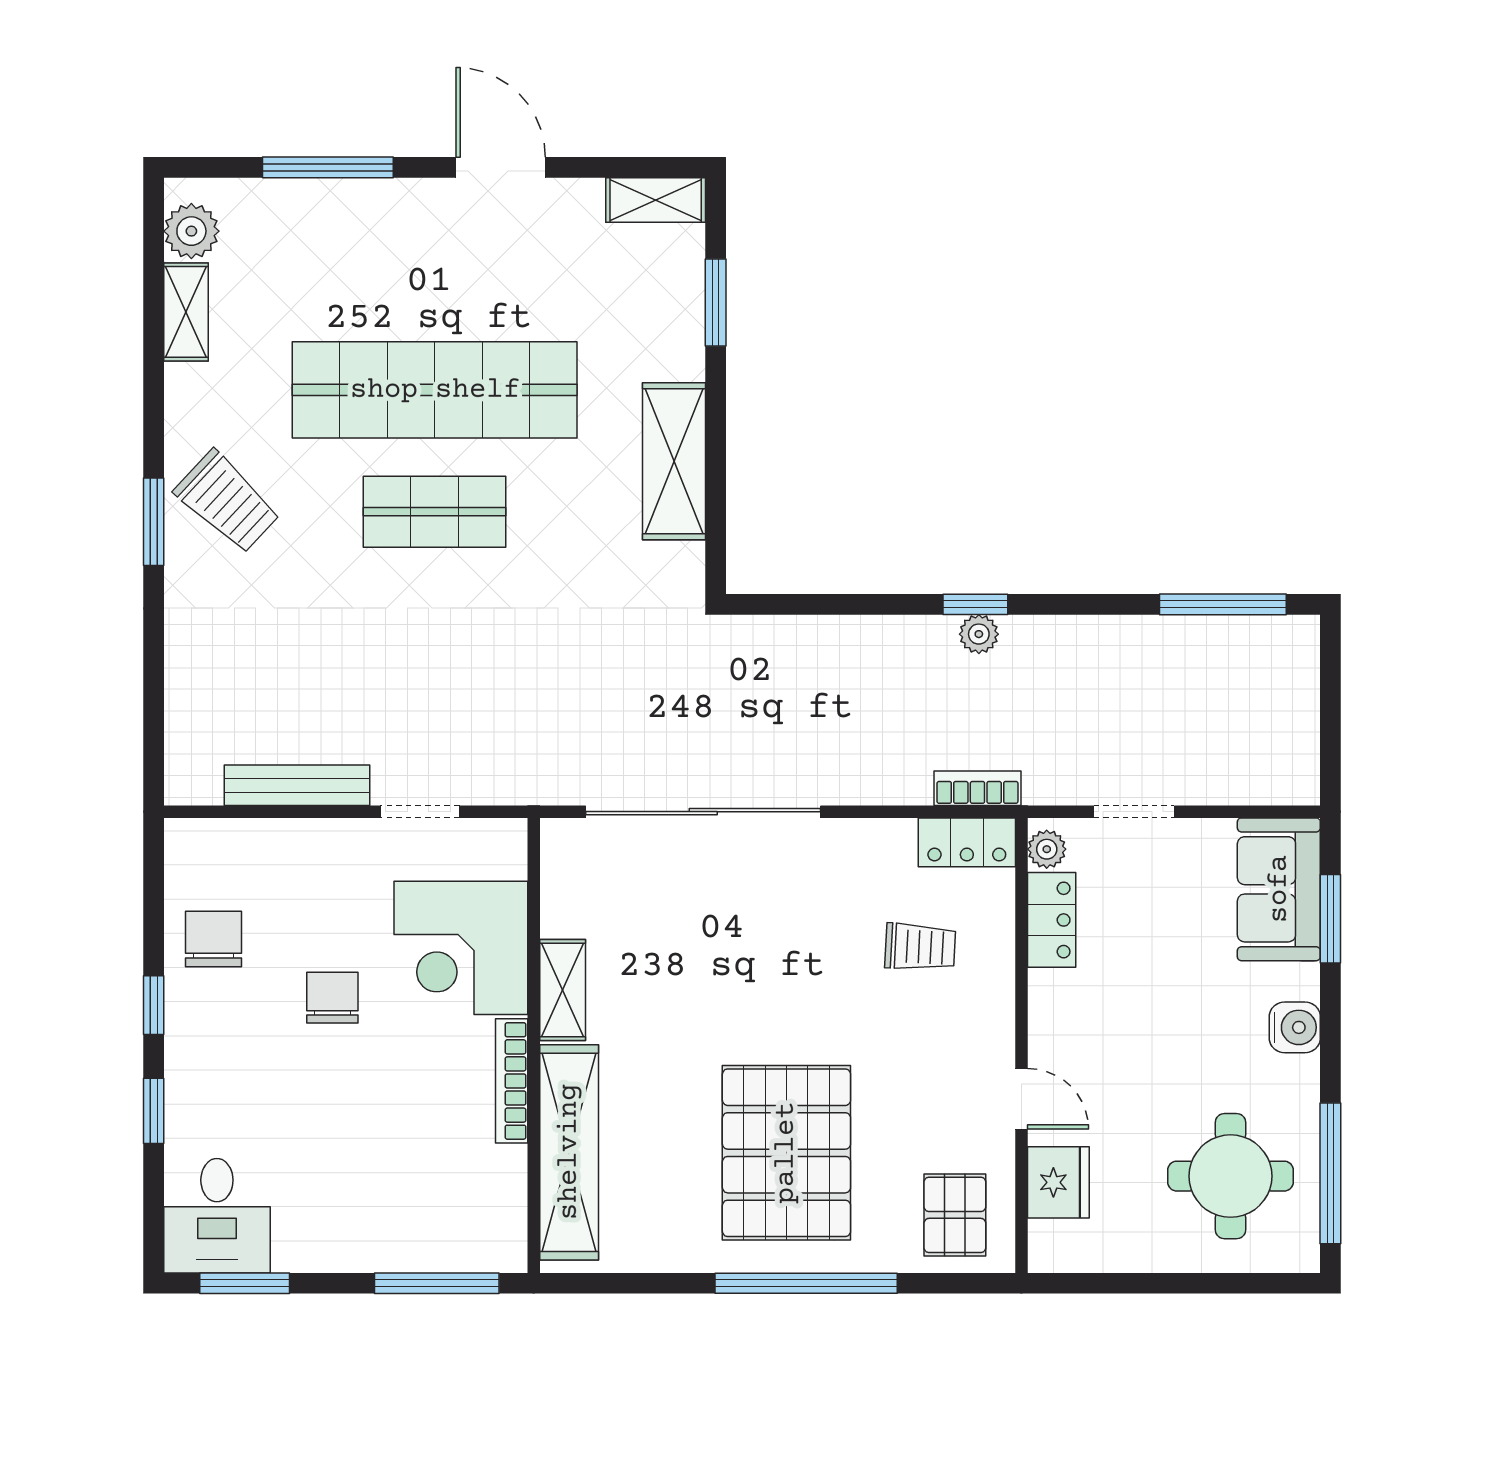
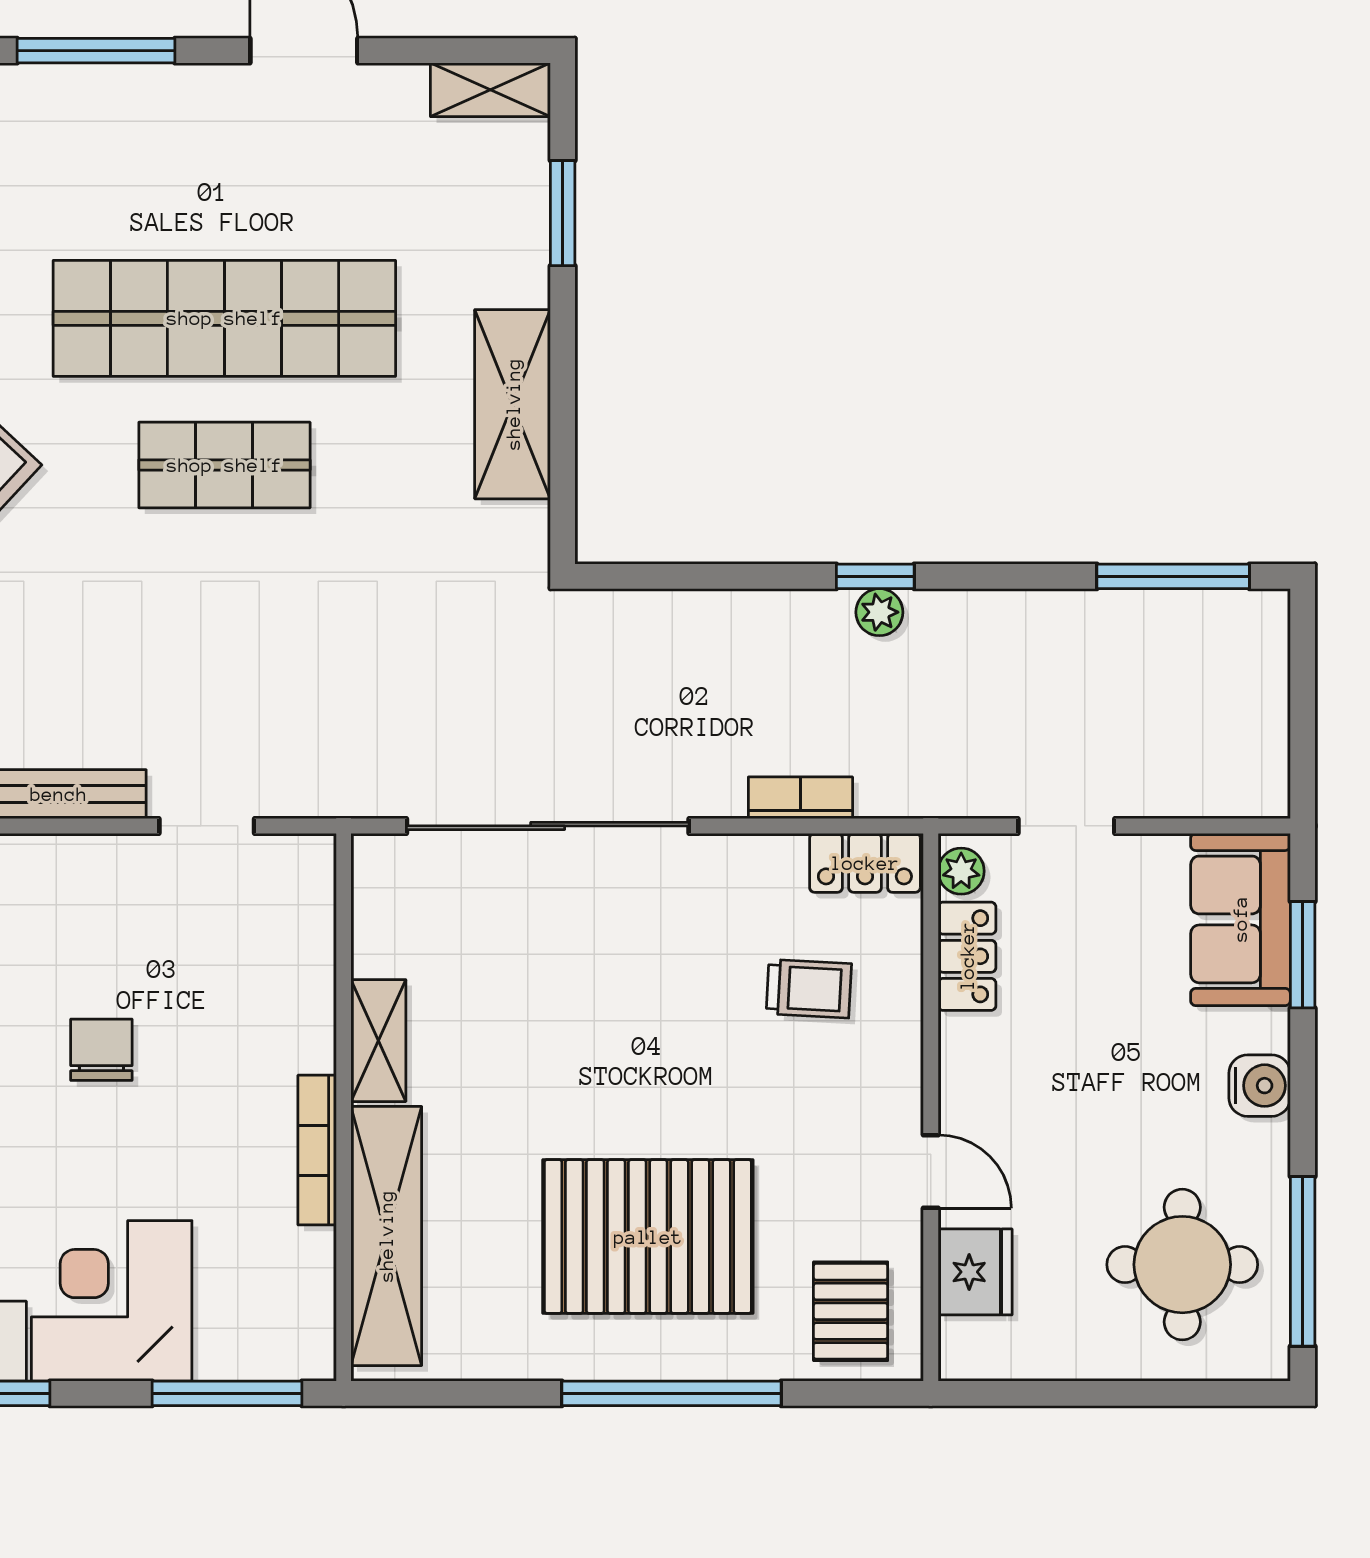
bookcase: (977, 788) -> (800, 798), moved
corner desk: (461, 948) -> (112, 1301), moved, turned 90
pallet: (786, 1153) -> (648, 1237), turned 90

